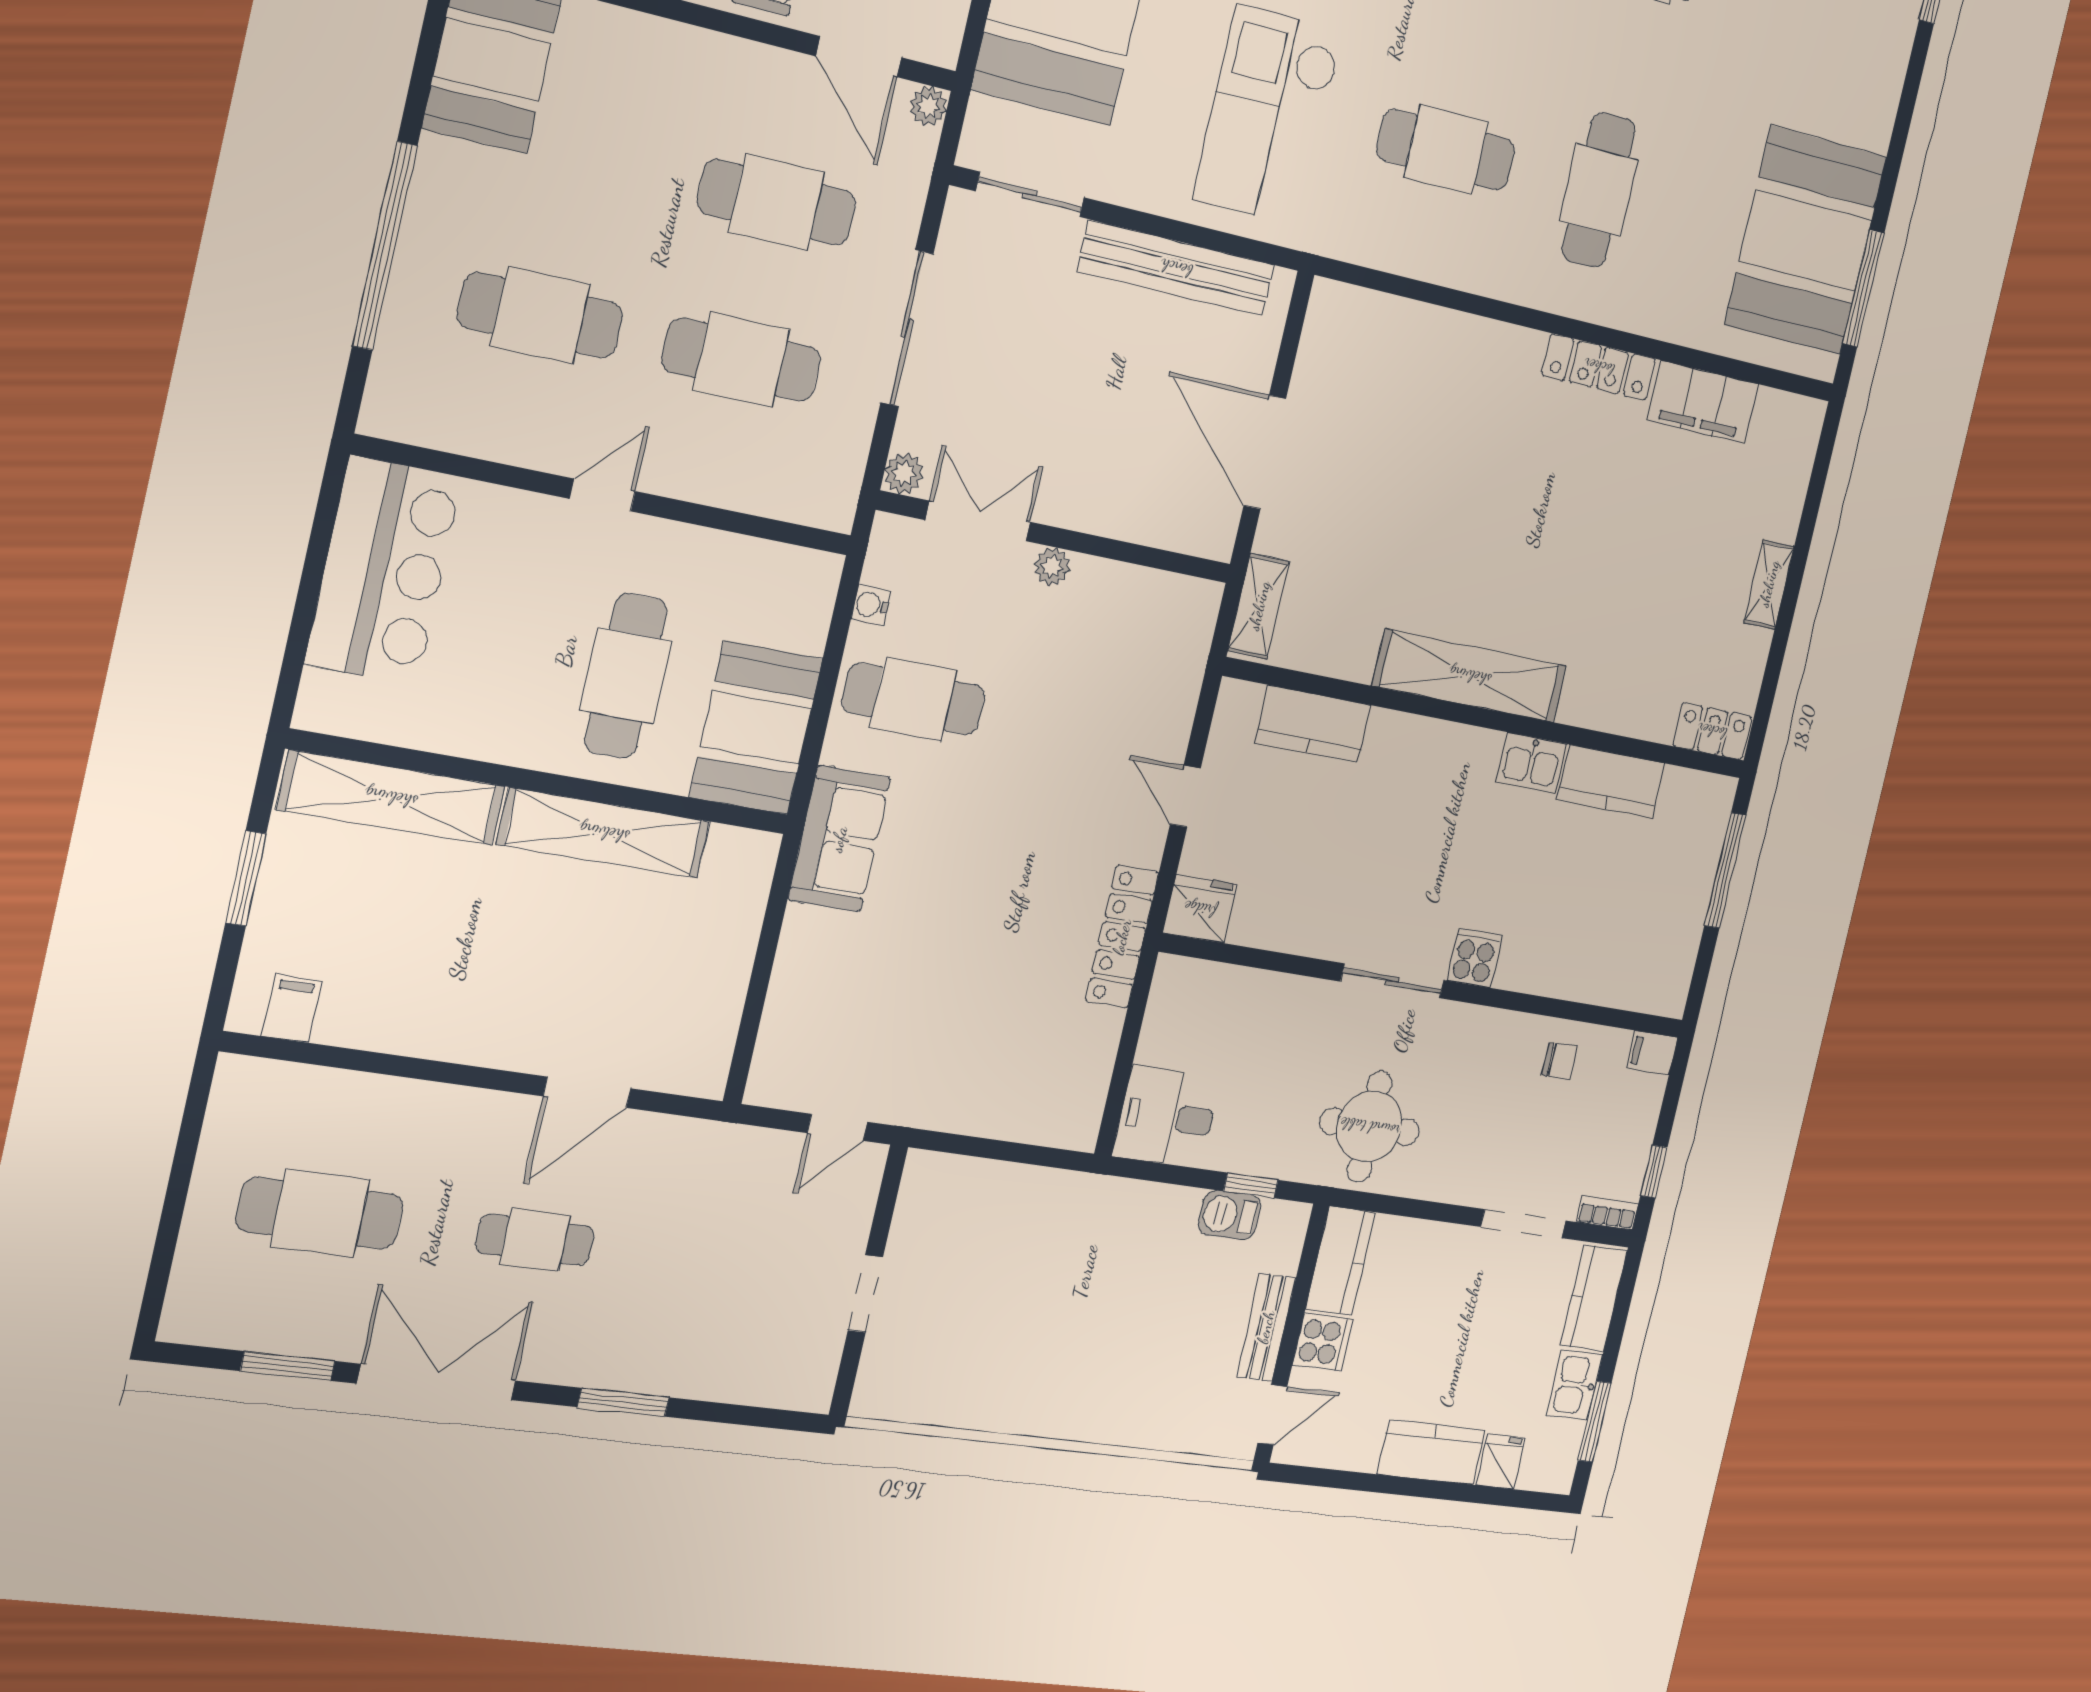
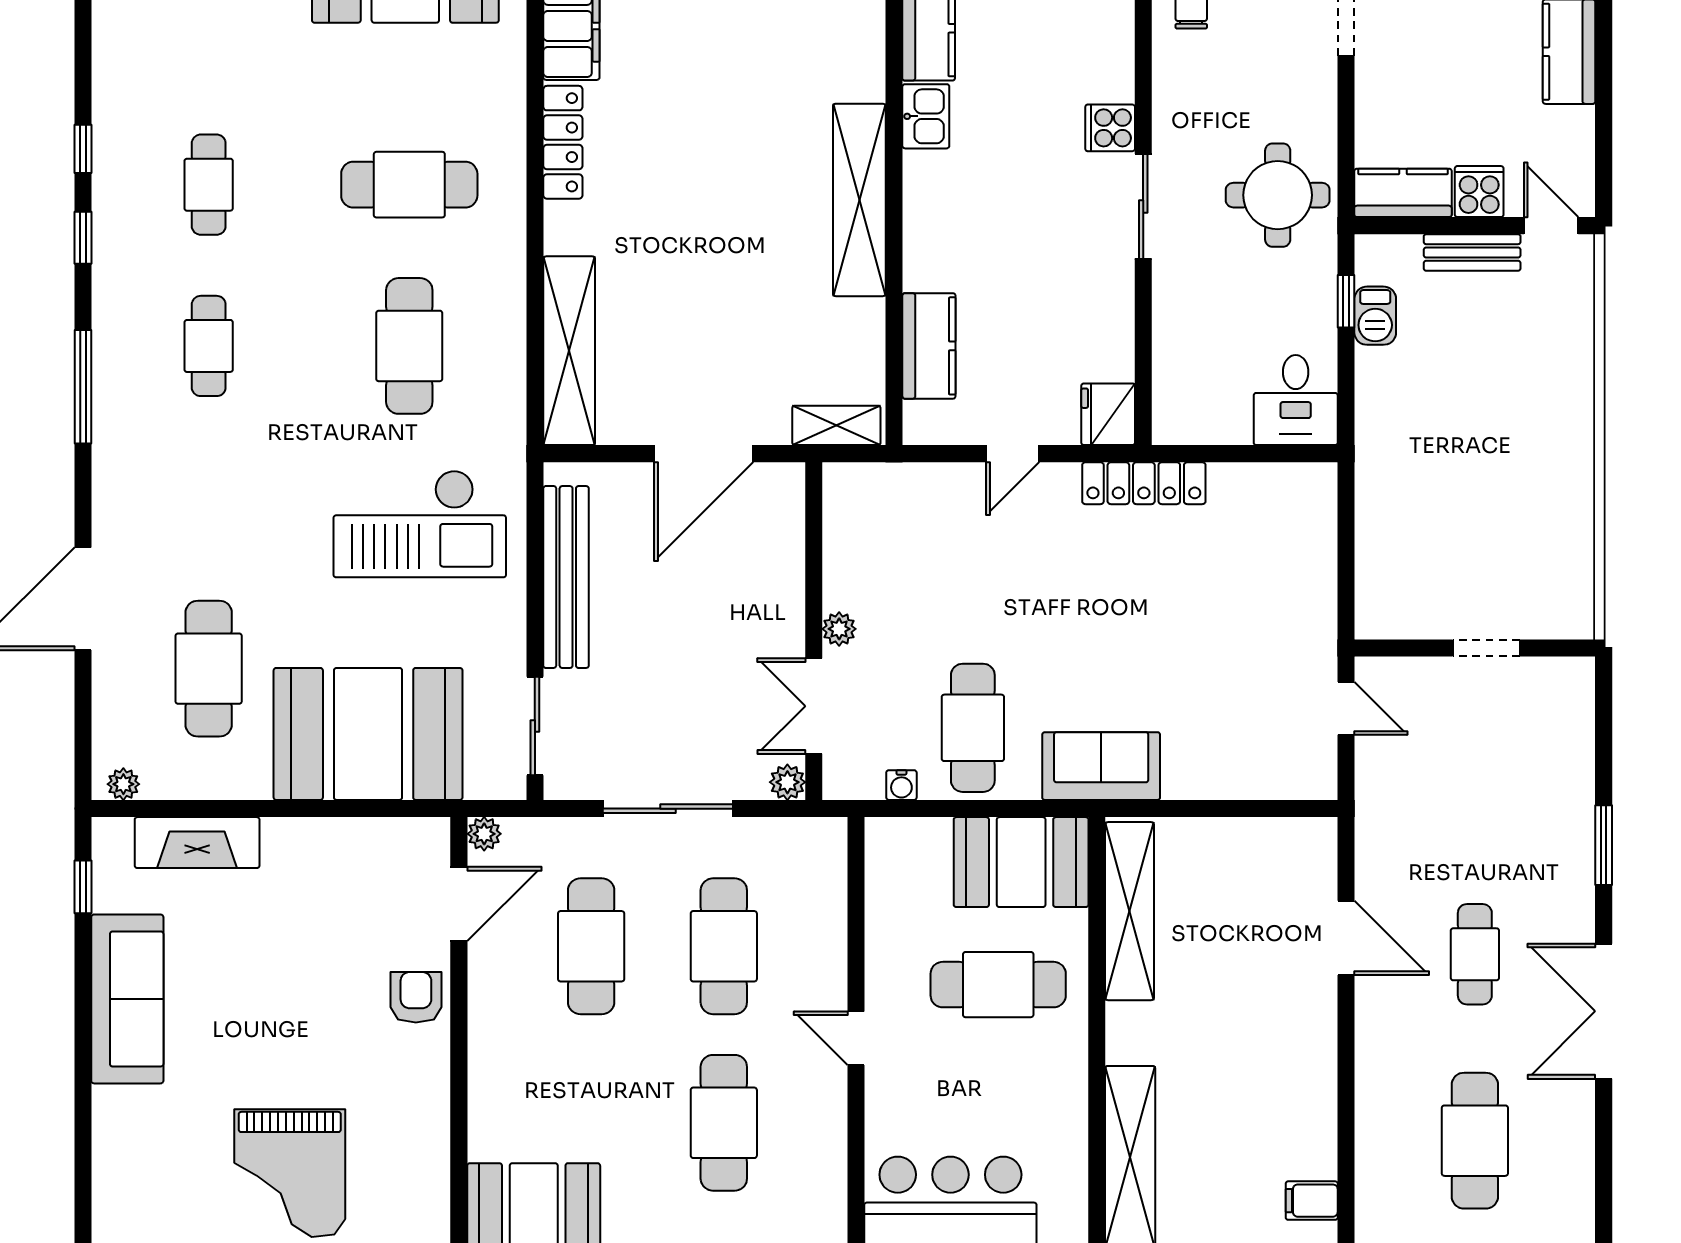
shelving: (1400, 326) -> (569, 351), added
shelving: (604, 833) -> (1130, 911), moved
window: (288, 1366) -> (1604, 1139), removed

